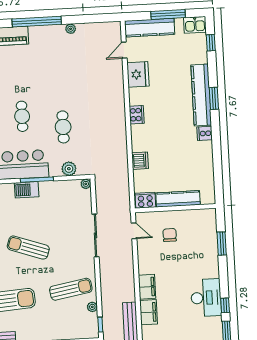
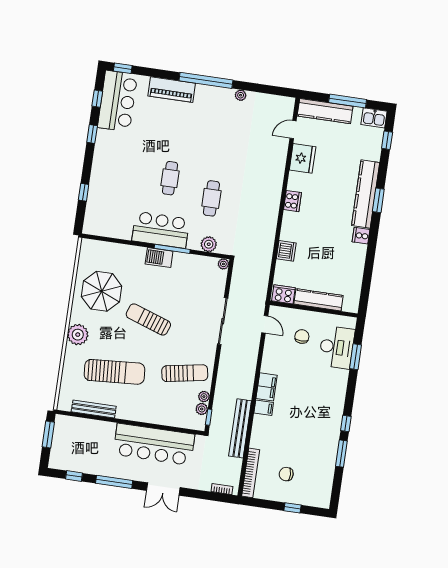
desk: (206, 298) -> (337, 347), moved
filing cabinet: (148, 312) -> (264, 408), width x0.50
plant: (93, 318) -> (202, 409), added

